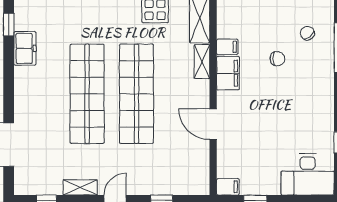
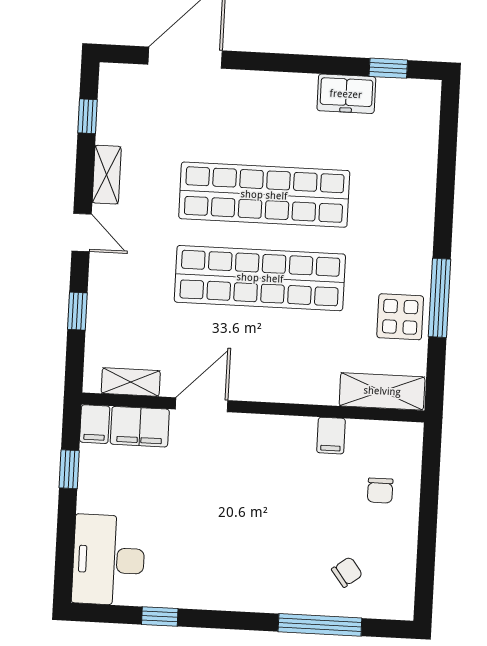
chair: (277, 59) -> (380, 491), moved
shelving: (202, 62) -> (131, 382), moved
filing cabinet: (228, 73) -> (140, 427), moved

